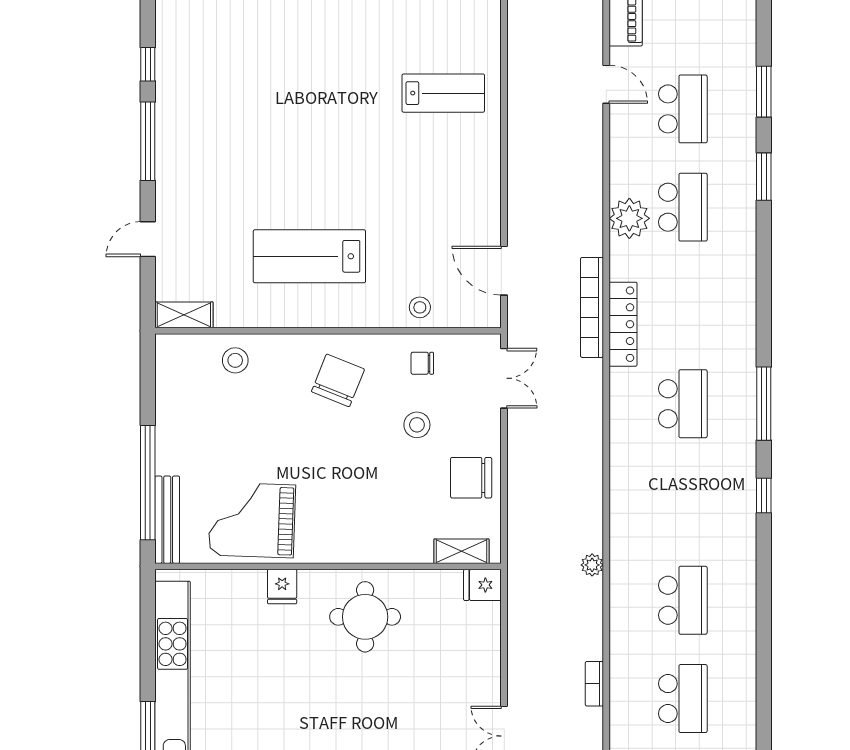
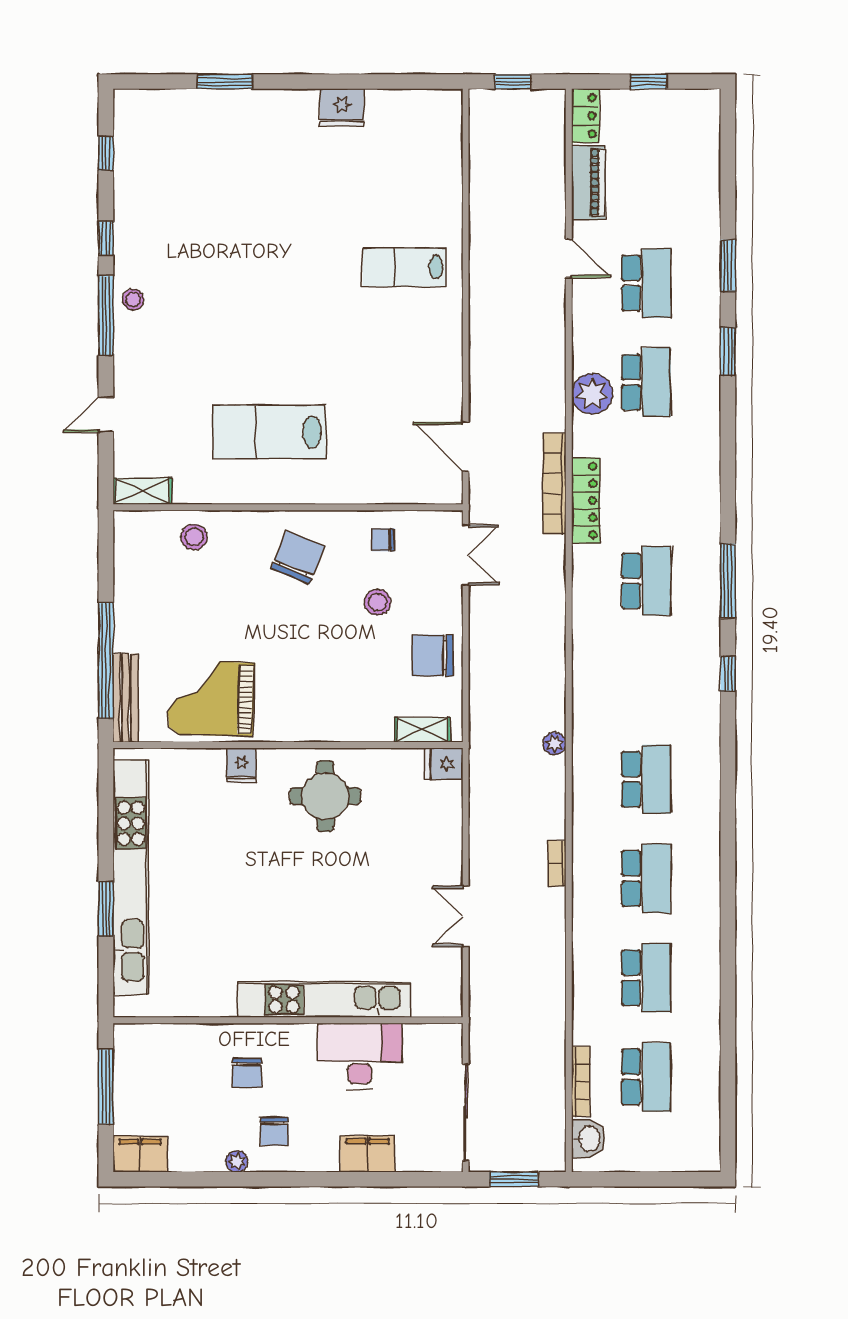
lab bench: (443, 93) -> (404, 267), turned 180
stool: (420, 307) -> (133, 299), moved

